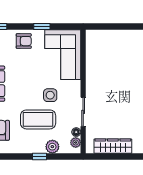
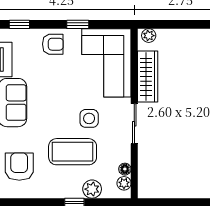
plant: (94, 35) -> (149, 36), added
sliding door: (83, 112) -> (134, 124), moved
wardrobe: (113, 146) -> (148, 77), moved, turned 90

